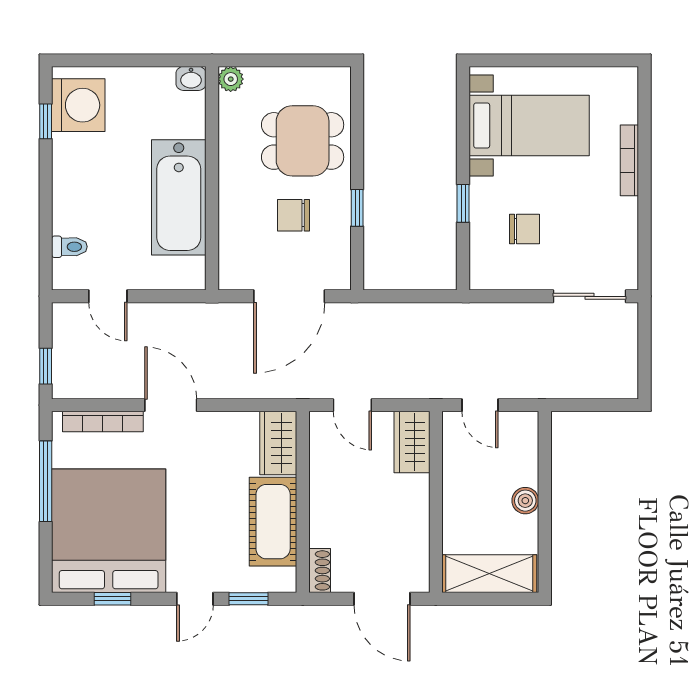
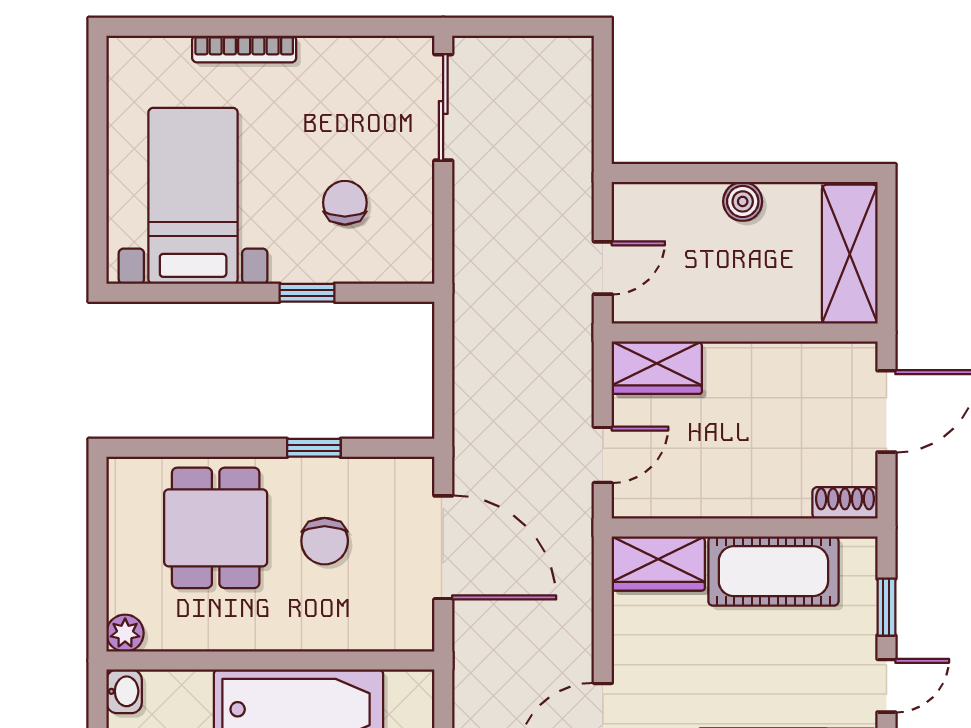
door: (195, 599) -> (886, 686), hinge flipped

